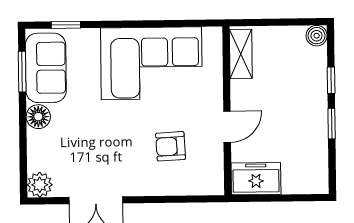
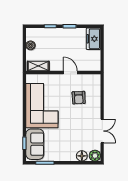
boiler: (317, 36) -> (31, 45), moved
sofa: (46, 68) -> (35, 144), moved, turned 90
floor lamp: (38, 117) -> (82, 156), moved
freezer: (256, 179) -> (93, 39), moved

